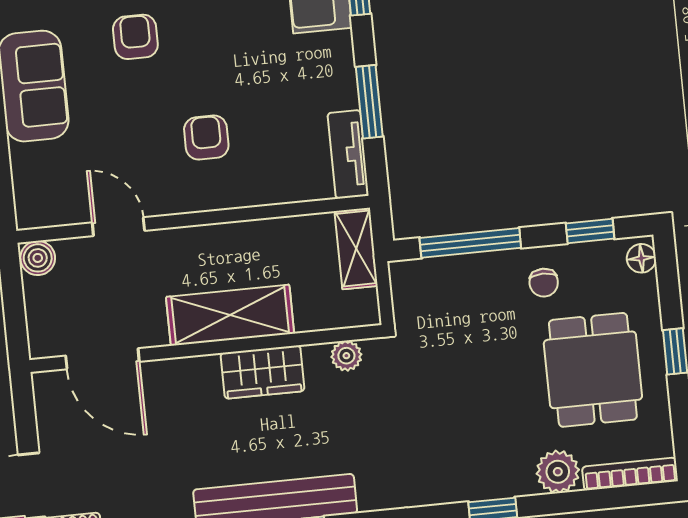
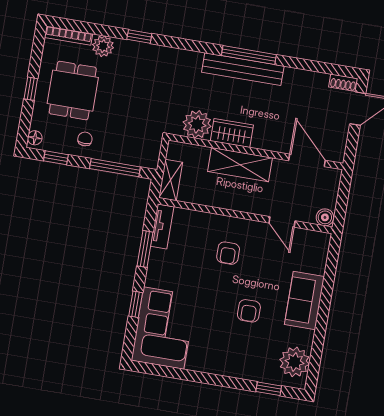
plant: (346, 356) -> (197, 124), width x1.88, depth x1.88

